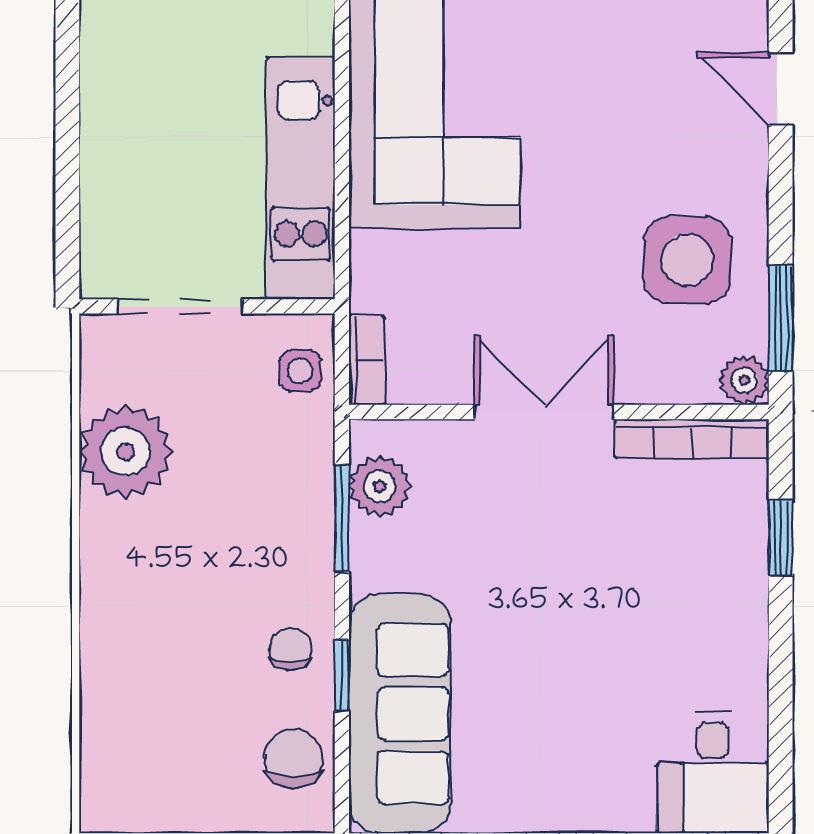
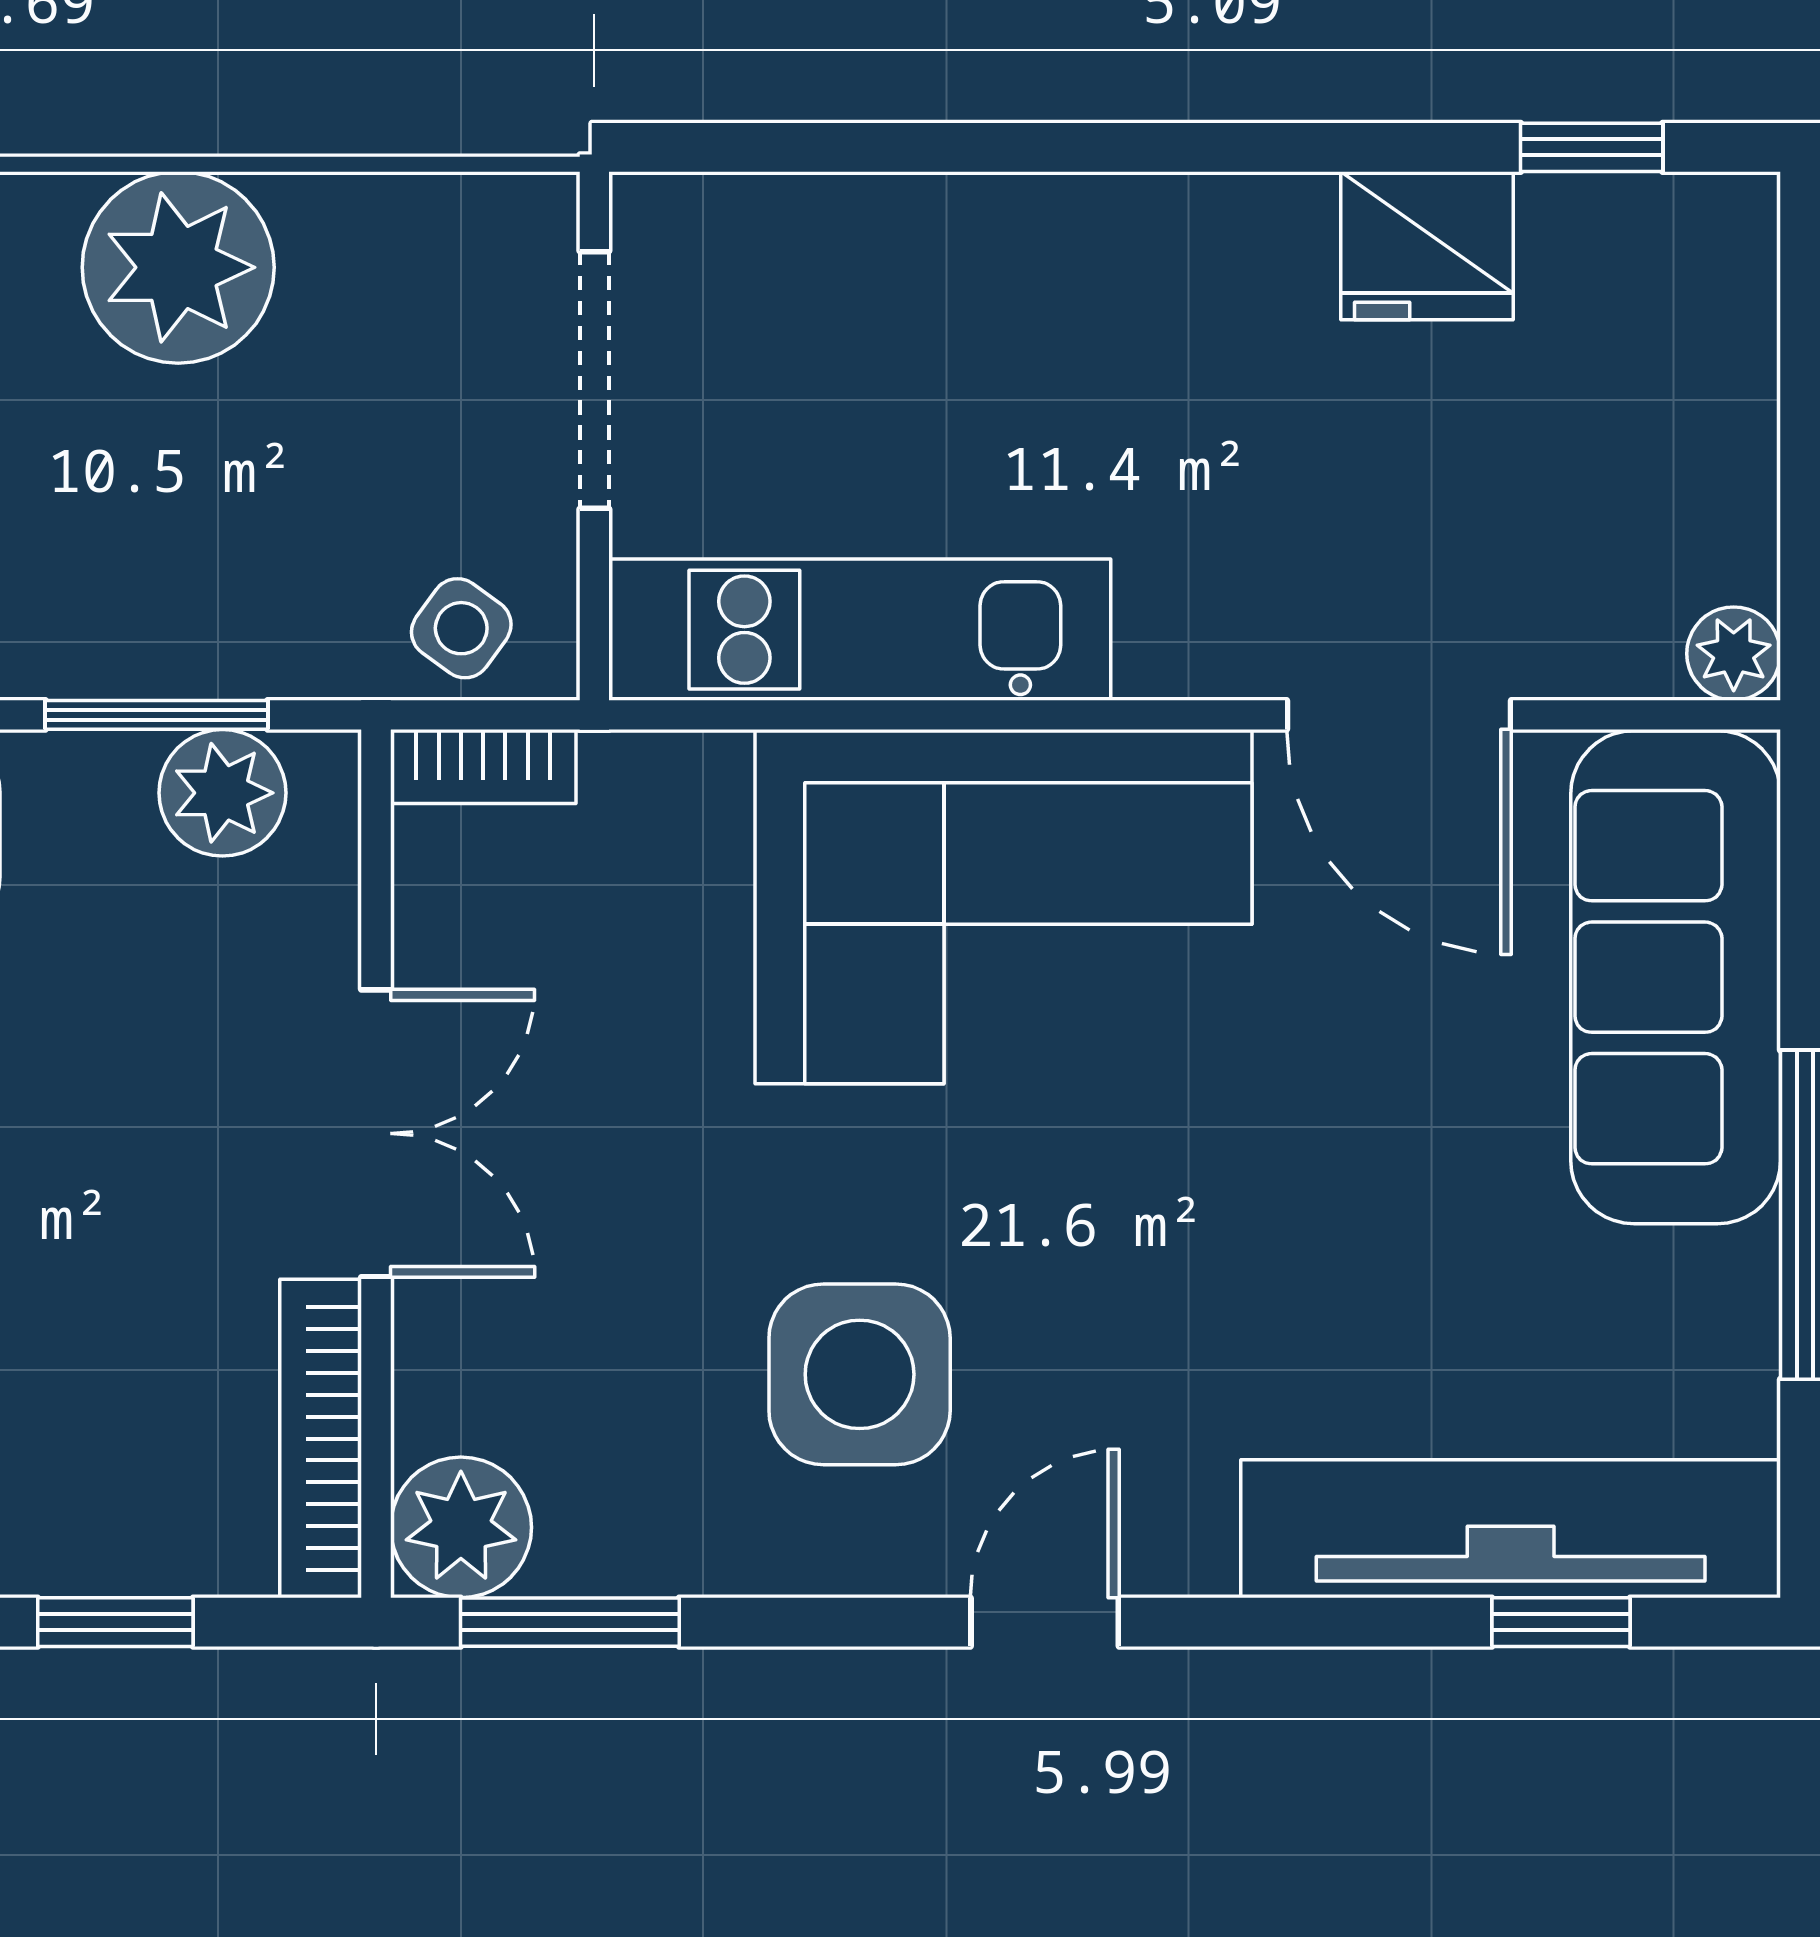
side table: (687, 260) -> (860, 1374), moved
side table: (300, 371) -> (461, 628), turned 36
plant: (744, 380) -> (461, 1527), width x1.38, depth x1.38
plant: (125, 452) -> (178, 267), moved

